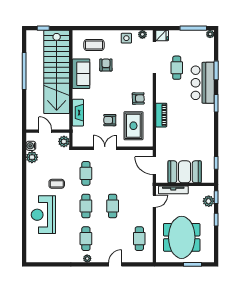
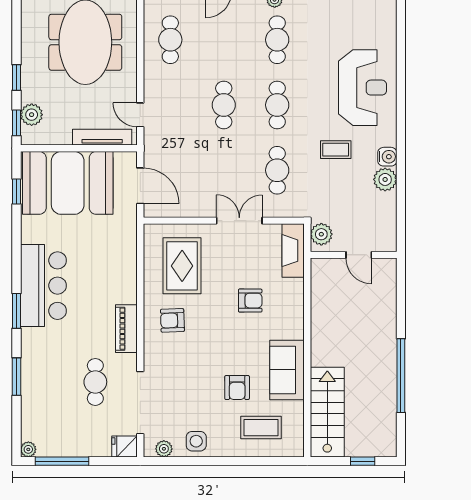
stairs: (57, 72) -> (327, 412), width x0.54, depth x0.66
bar counter: (203, 83) -> (43, 286), moved
fireplace: (78, 113) -> (293, 251), moved
piano: (161, 115) -> (126, 329), moved
armchair: (110, 120) -> (250, 301), moved
water cooler: (31, 146) -> (387, 157), moved
double door: (105, 148) -> (239, 221), swing flipped
plant: (32, 157) -> (385, 179), moved
booth: (185, 172) -> (68, 183), width x1.36, depth x1.42
door: (154, 201) -> (140, 115), hinge flipped

